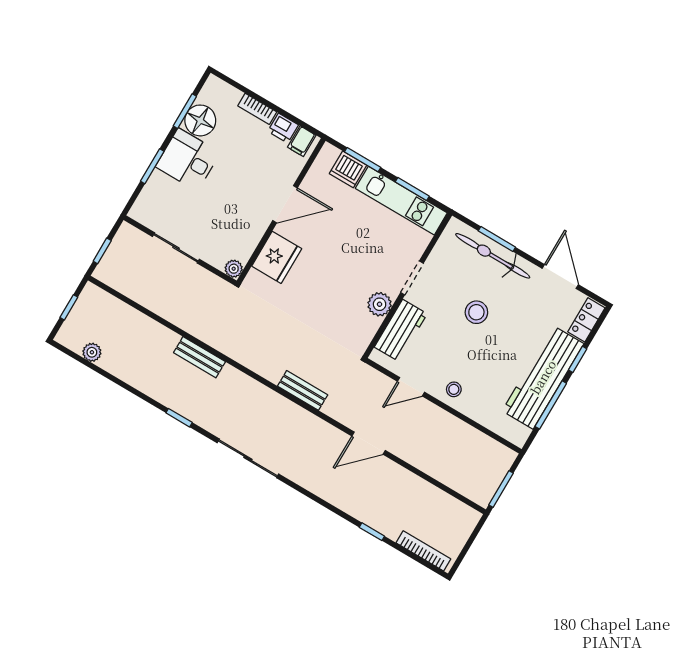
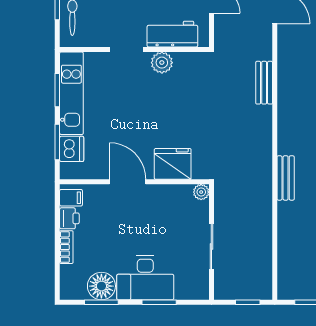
desk: (188, 160) -> (145, 278), width x1.37

